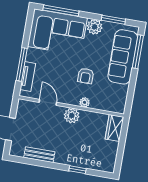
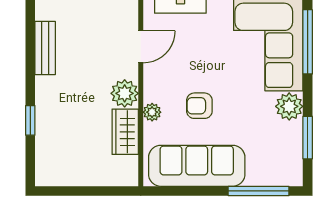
sofa: (123, 57) -> (197, 166), moved
wardrobe: (114, 128) -> (125, 132), moved, turned -90

